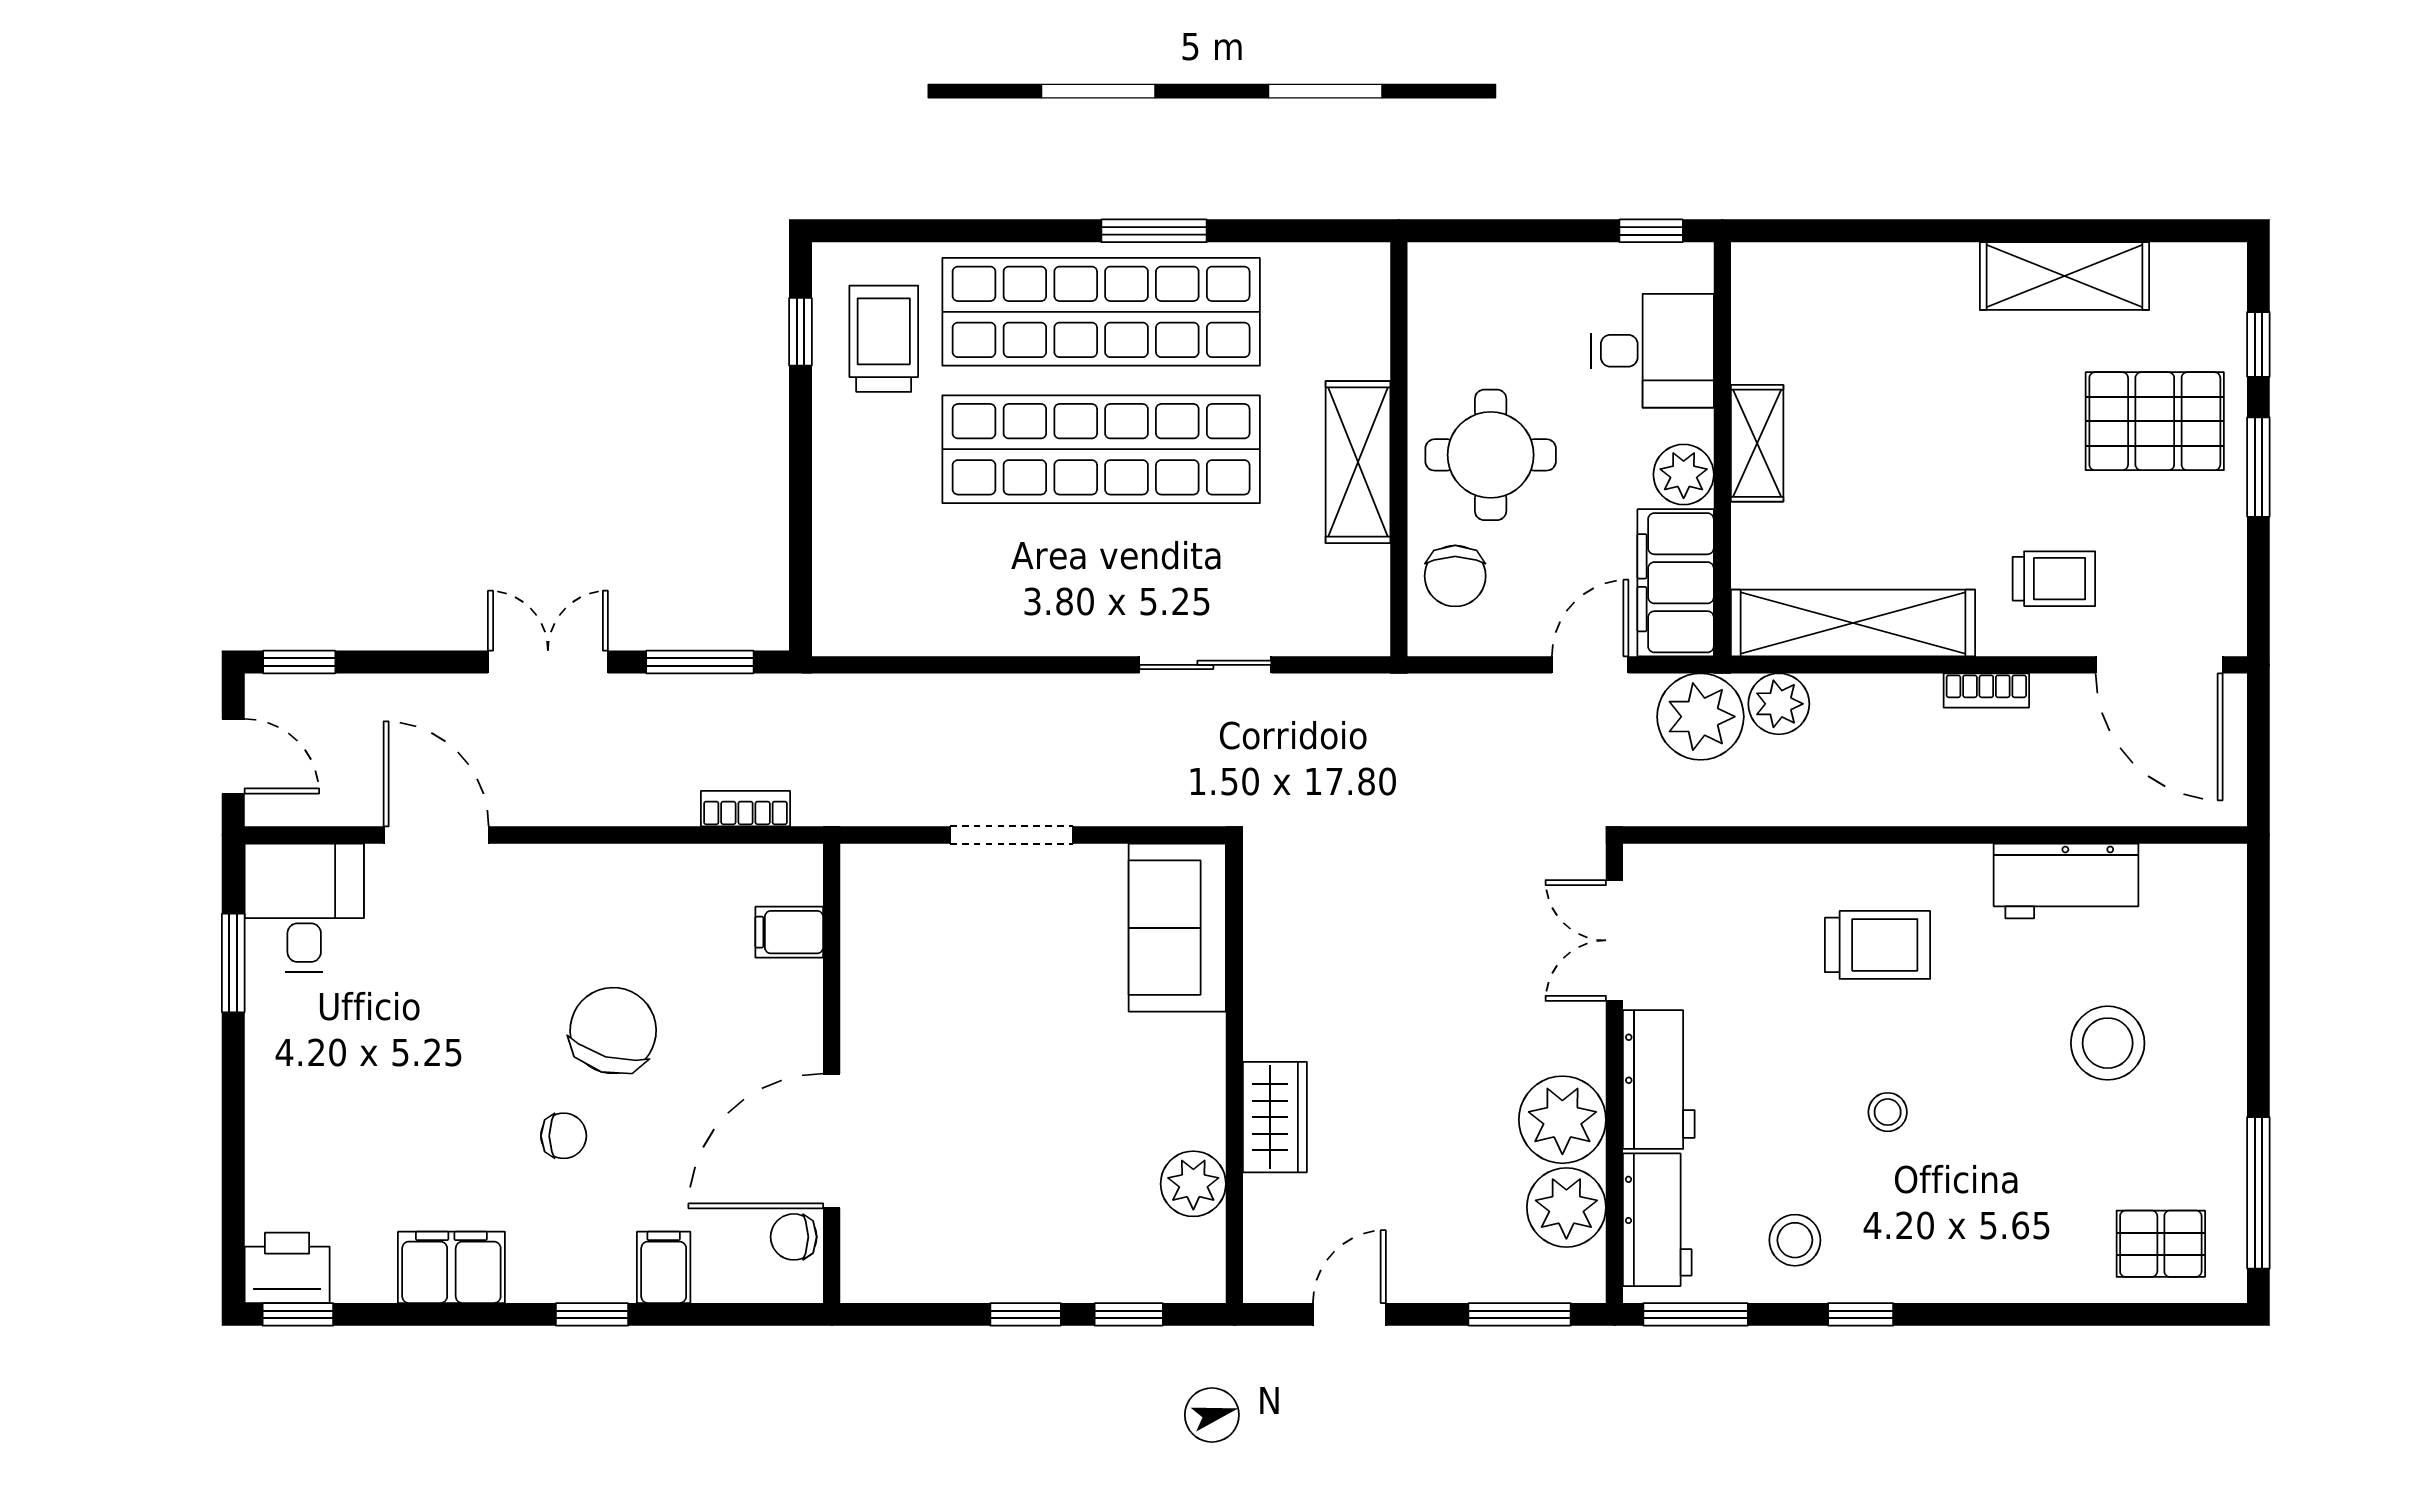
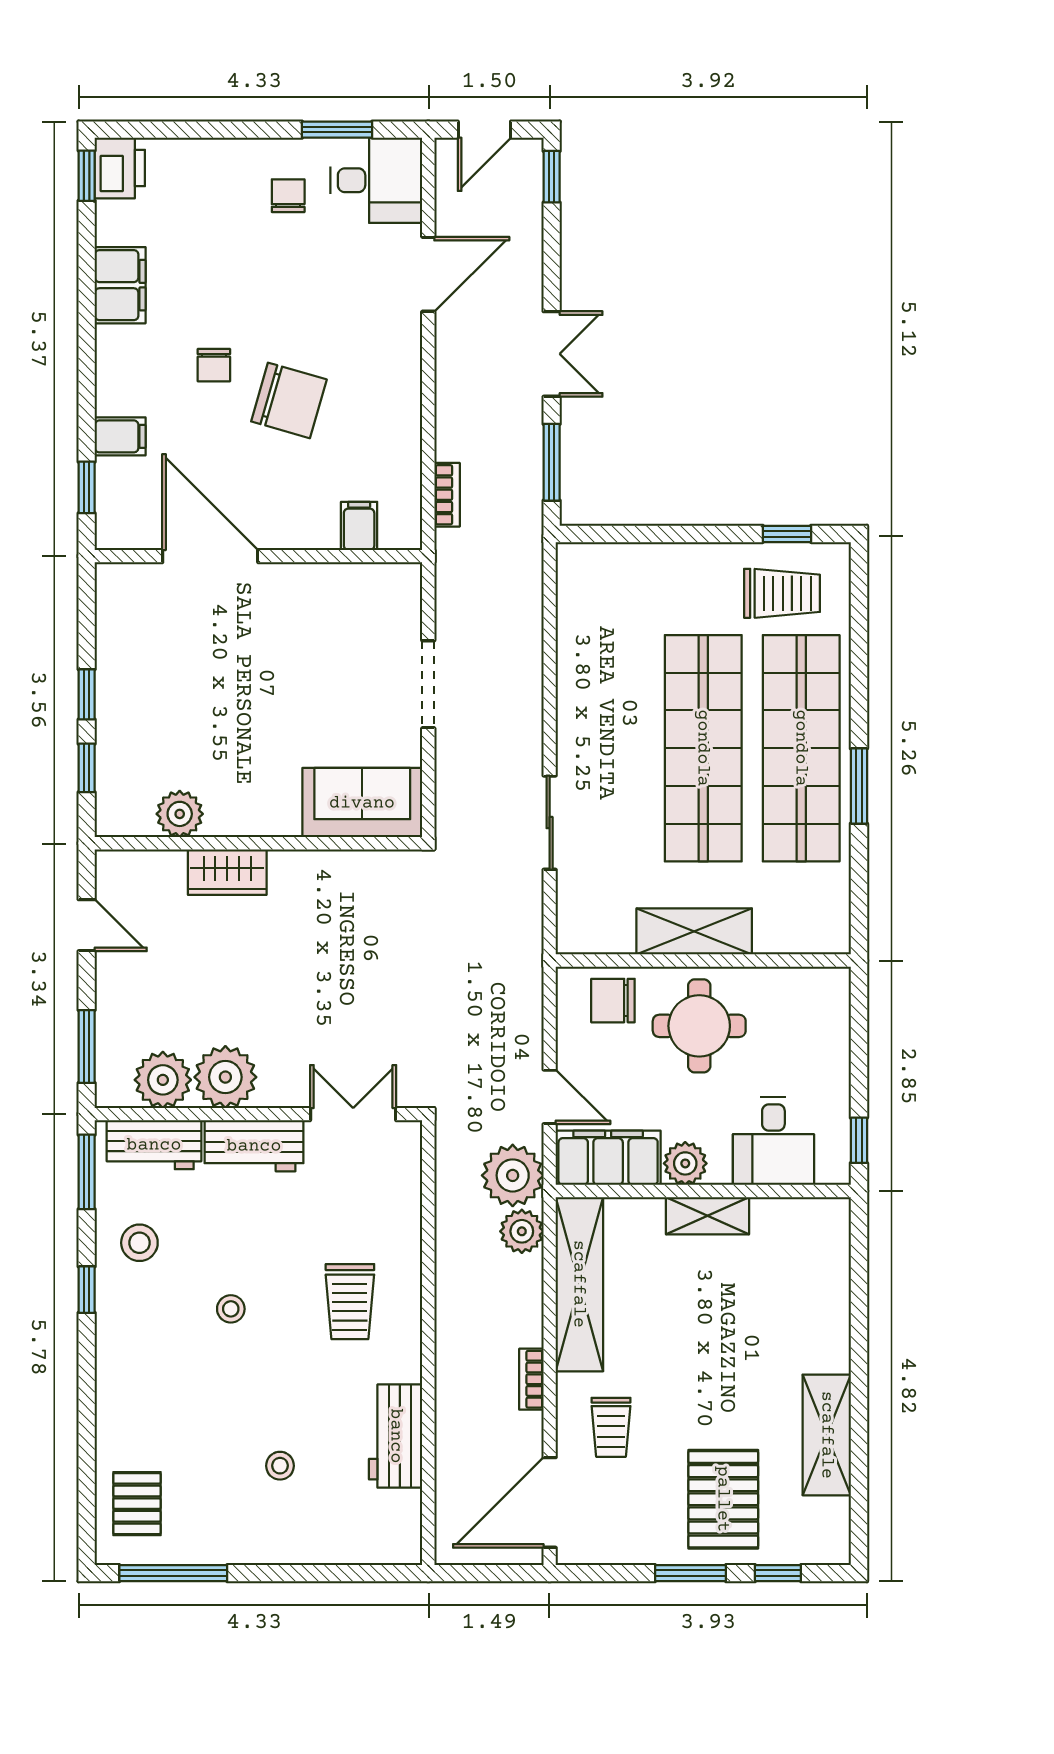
stool: (2108, 1043) -> (280, 1466), width x0.53, depth x0.53
chair: (794, 1237) -> (288, 196), moved
window: (592, 1314) -> (87, 487), moved

